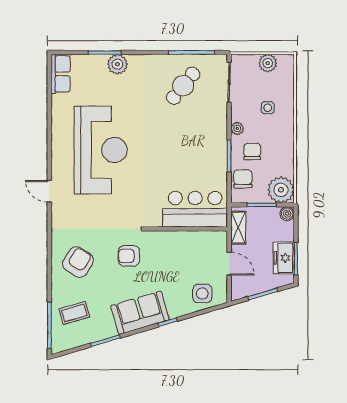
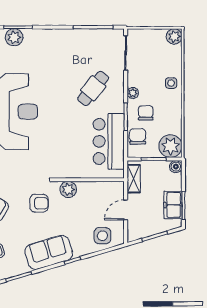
plant: (268, 63) -> (174, 36), moved
plant: (117, 64) -> (14, 37), moved
cafe table: (183, 86) -> (93, 88), moved
side table: (268, 108) -> (171, 83), moved
bar counter: (195, 209) -> (109, 141), moved, turned -90
plant: (163, 240) -> (68, 189), added
armchair: (129, 256) -> (39, 203), turned 180
door: (229, 264) -> (126, 210), swing flipped

